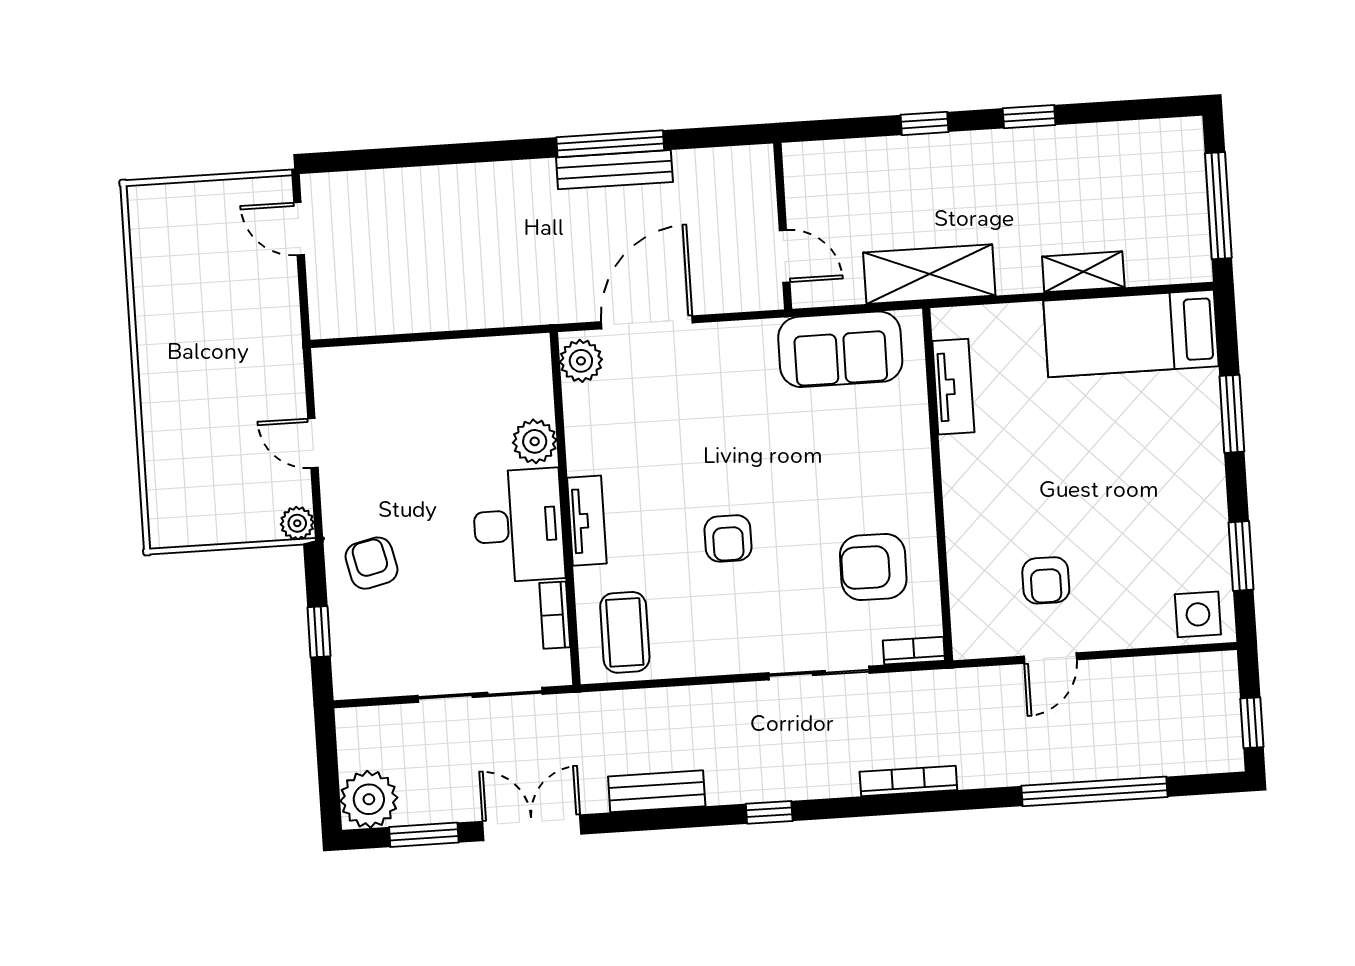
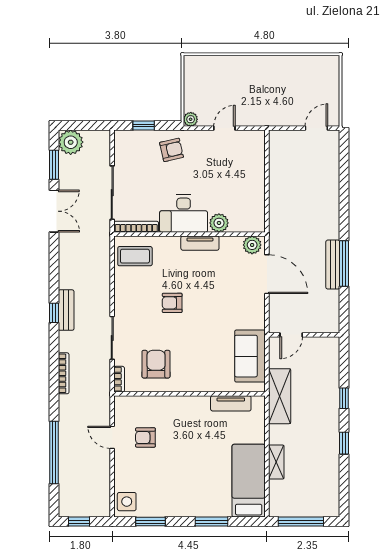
tv unit: (587, 521) -> (200, 243), moved
bookcase: (555, 615) -> (136, 227), width x1.56
bench: (657, 791) -> (66, 310), moved

